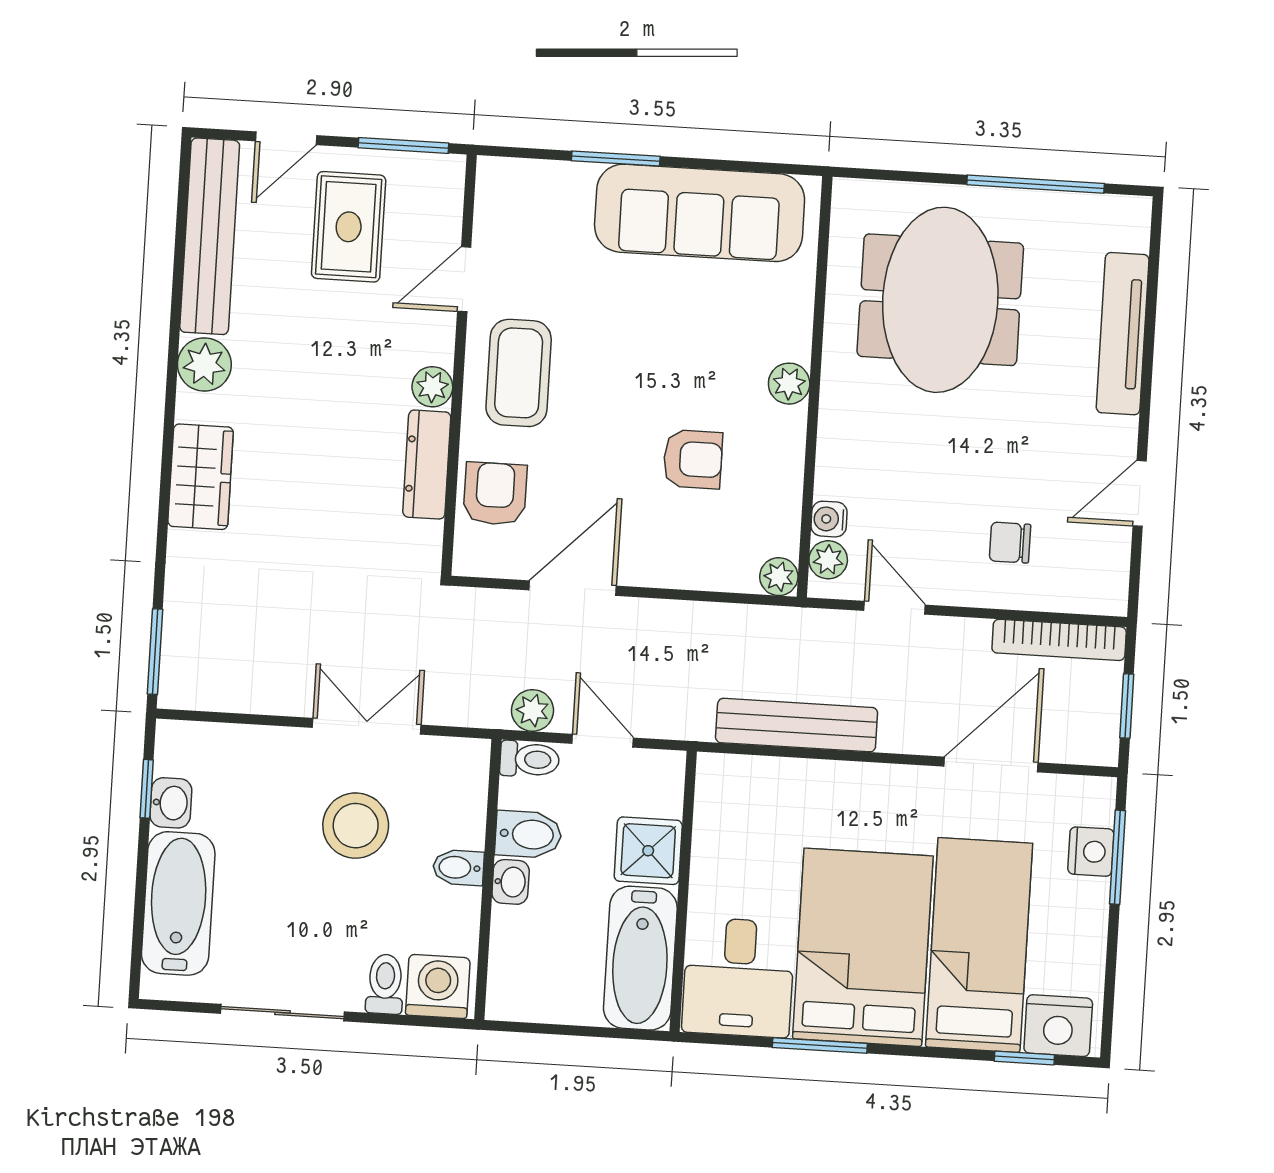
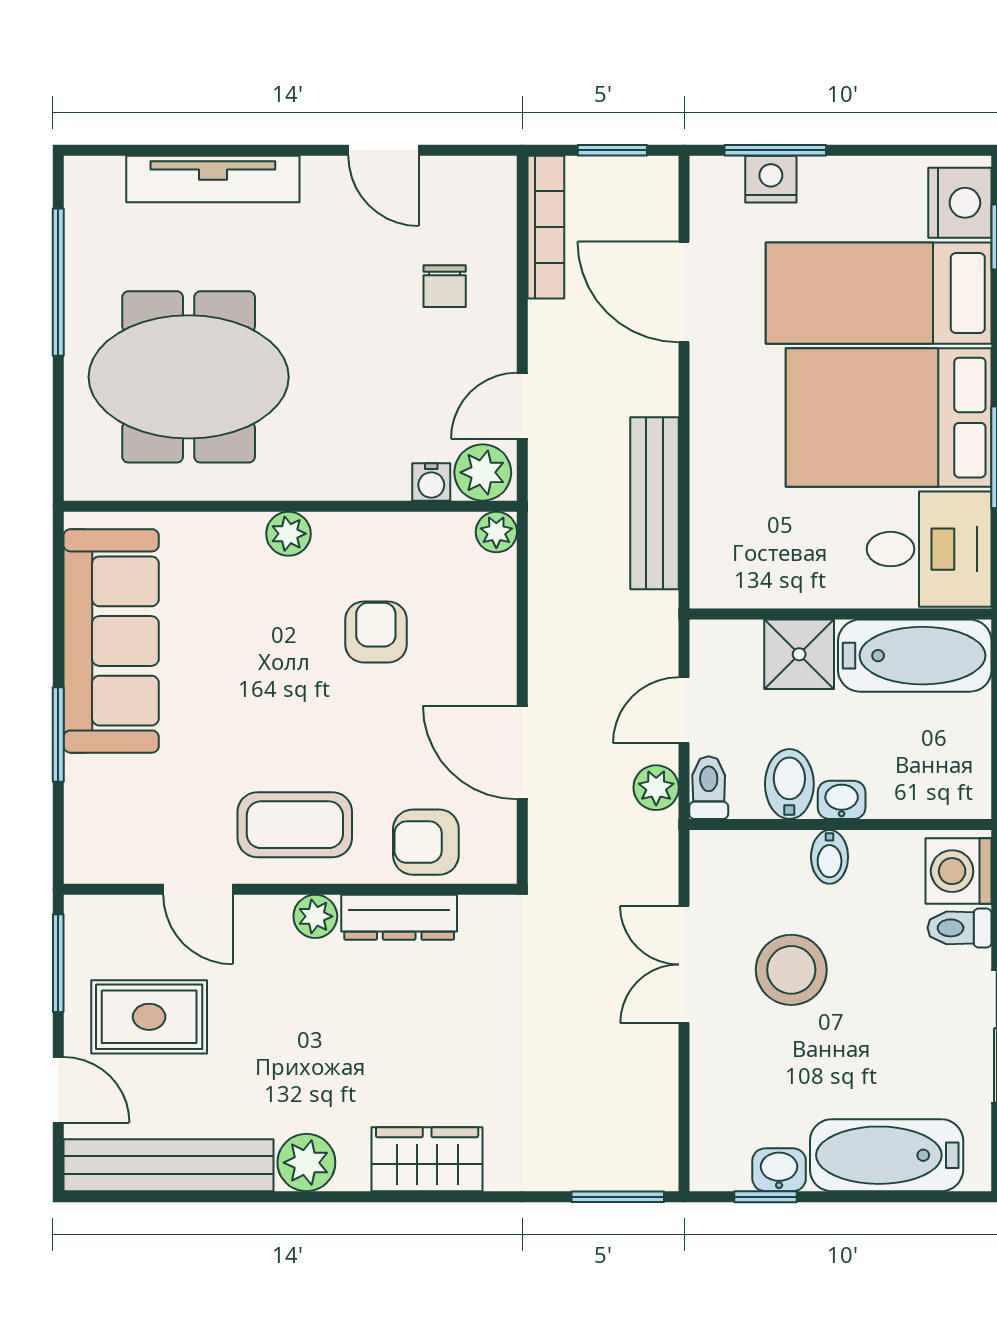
plant: (828, 560) -> (483, 472), width x1.38, depth x1.38

